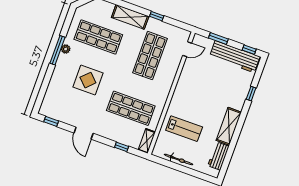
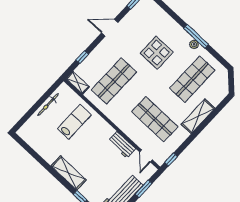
window: (157, 16) -> (171, 159), moved
shelving: (229, 126) -> (69, 173), moved
lab bench: (184, 129) -> (74, 122), turned 180
workbench: (218, 156) -> (122, 145), moved, turned 180

